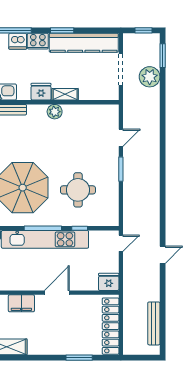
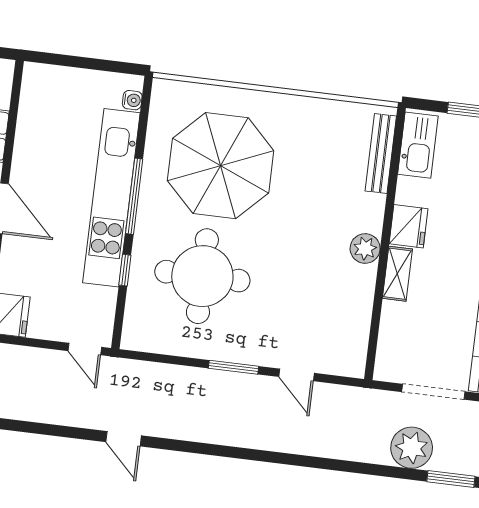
round table: (78, 190) -> (202, 276), width x1.36, depth x1.36
door: (163, 255) -> (124, 439), moved

